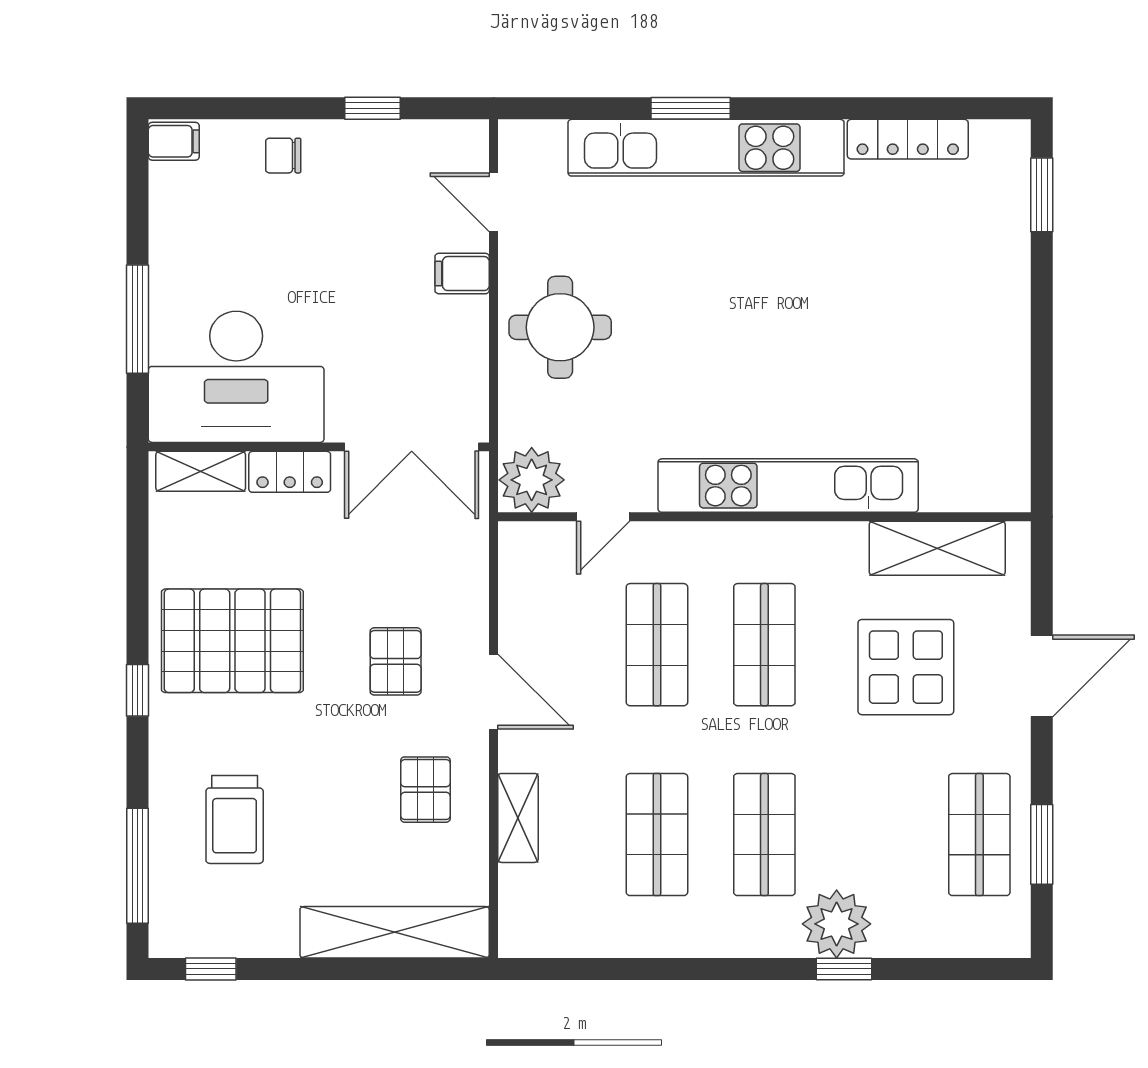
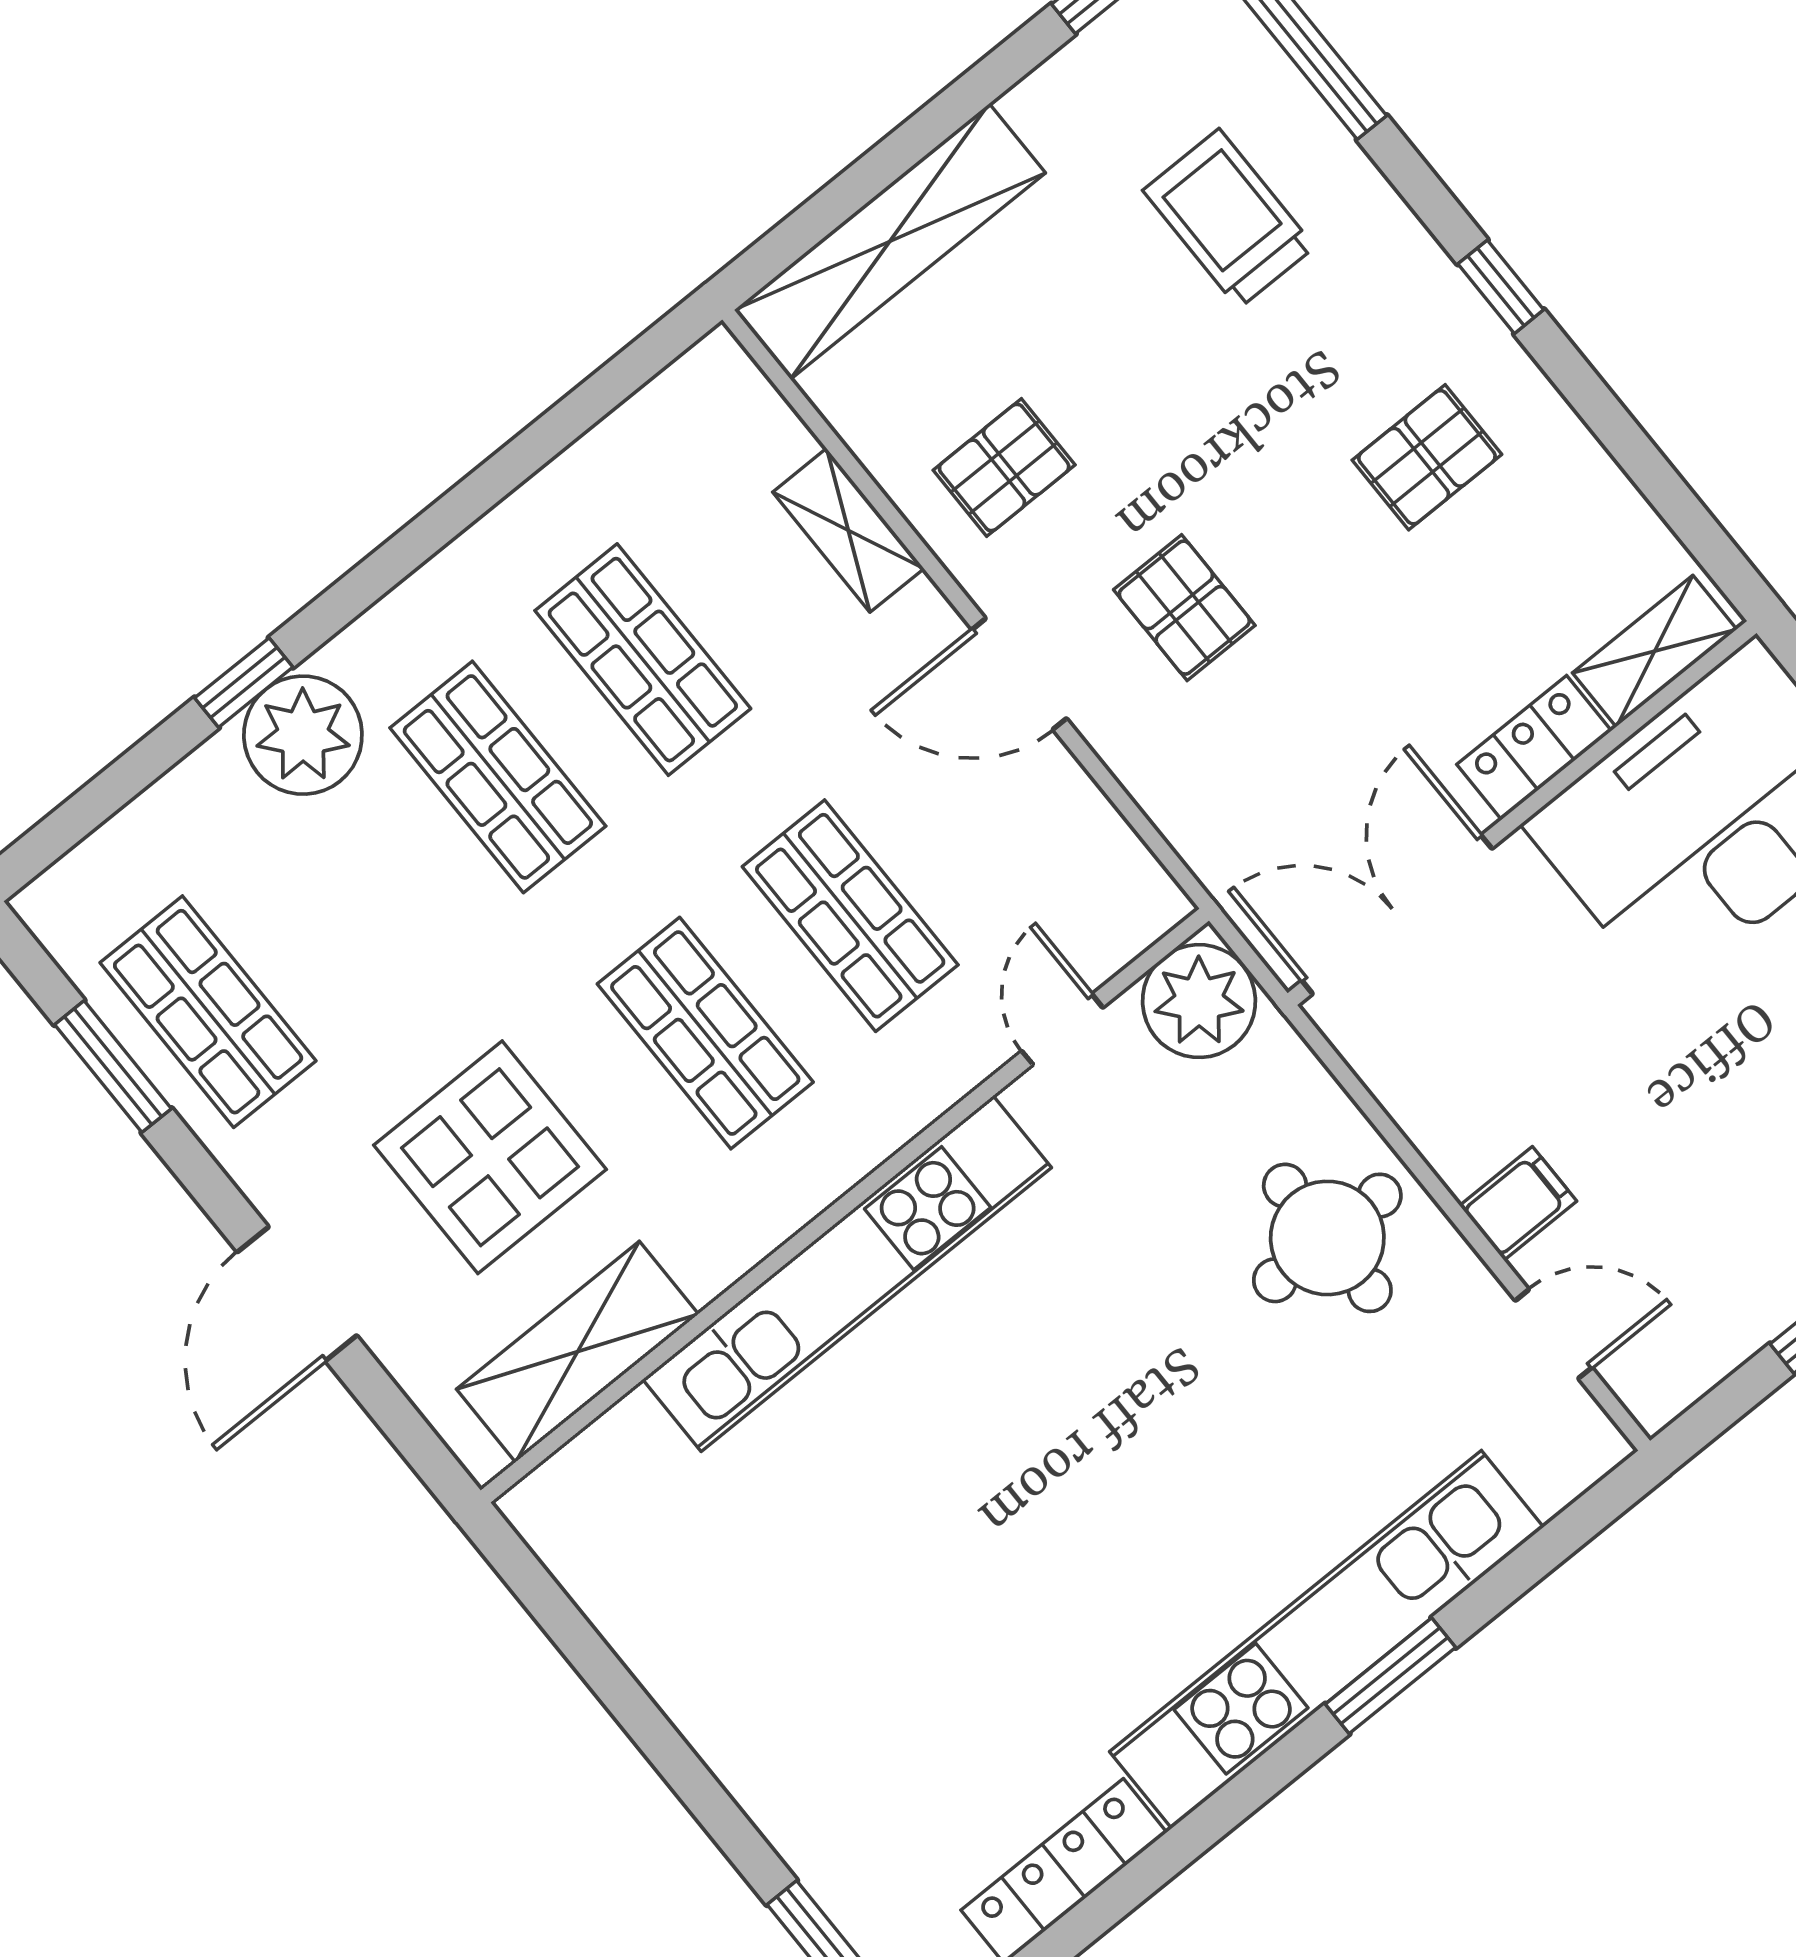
pallet: (232, 641) -> (1427, 457), width x0.49, depth x0.50
pallet: (425, 790) -> (1004, 467), turned 90

